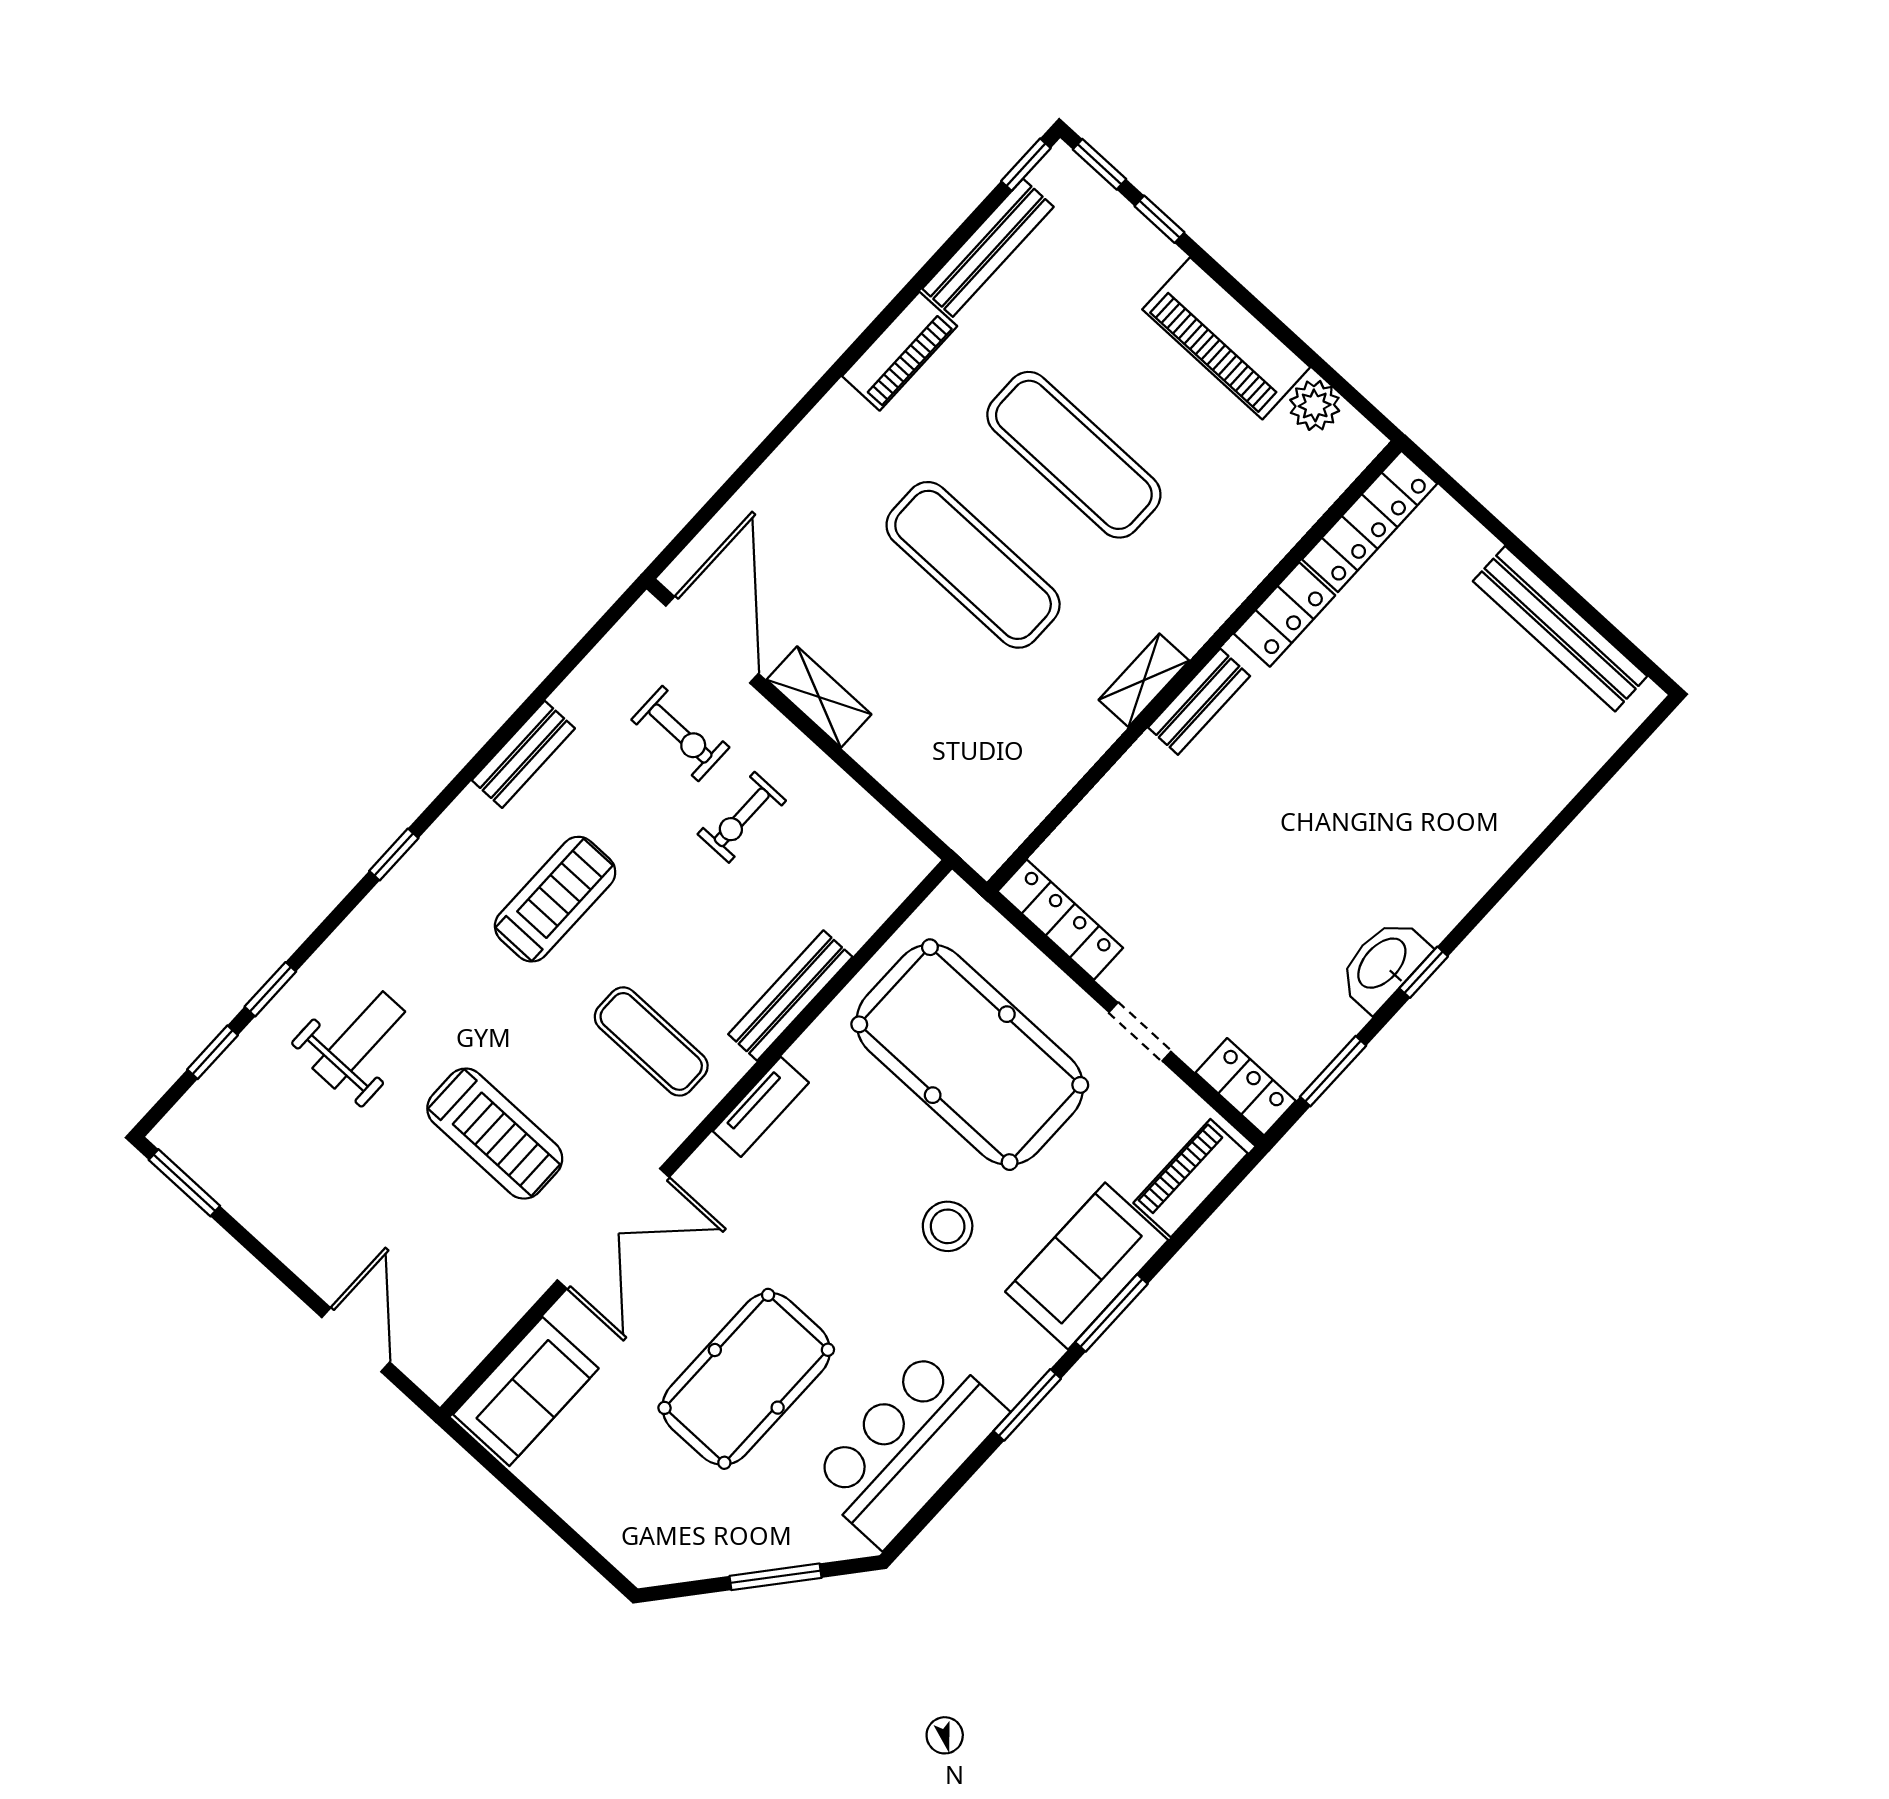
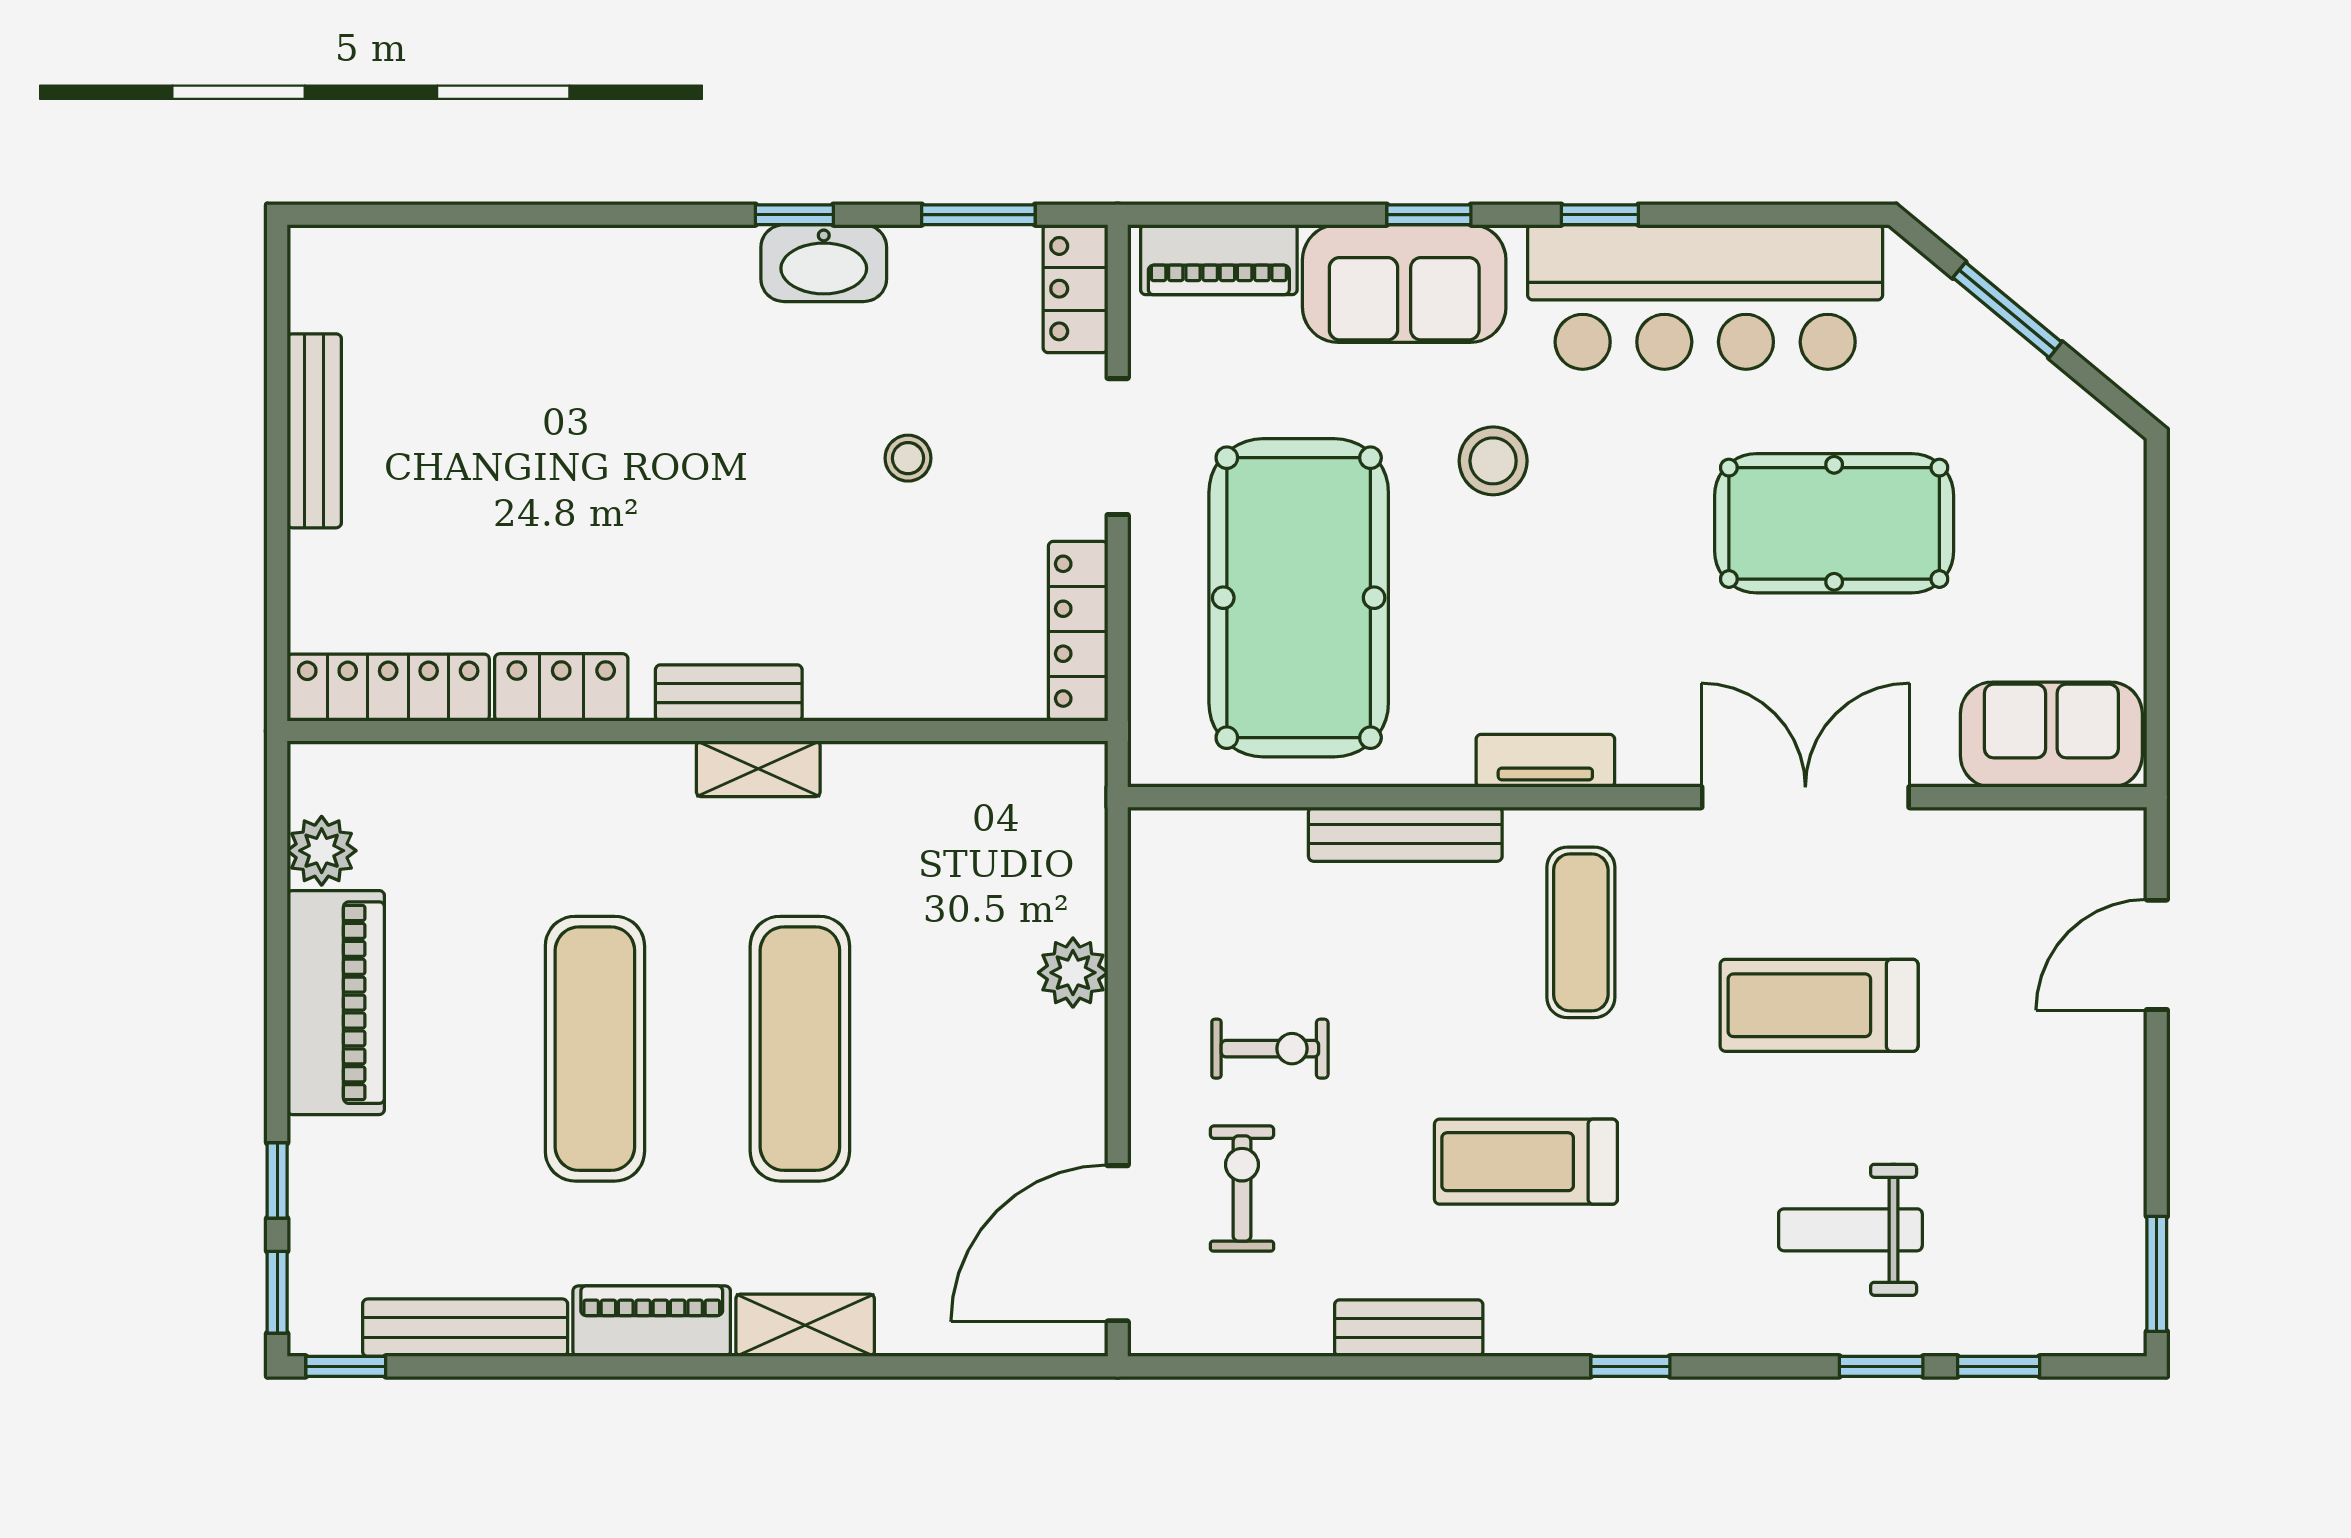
bench: (1560, 629) -> (314, 431), width x0.73, depth x0.82
shelving: (819, 697) -> (805, 1325), moved, turned 90
plant: (880, 749) -> (1073, 973), added
stool: (1237, 914) -> (908, 458), added
doorway: (1140, 1032) -> (1118, 447), width x1.38
treadmill: (495, 1134) -> (1819, 1005), turned -90
window: (1111, 1313) -> (1429, 215), width x0.67
window: (1027, 1405) -> (1600, 215), width x0.67
bar counter: (908, 1446) -> (1705, 297), width x1.36

